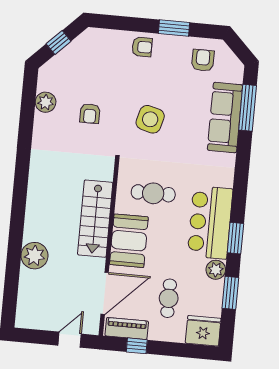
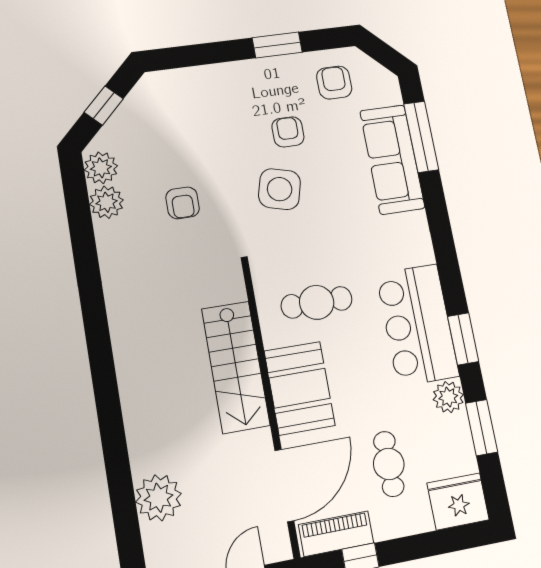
armchair: (142, 47) -> (288, 132), moved, turned -90
plant: (47, 81) -> (101, 168), added
plant: (34, 256) -> (159, 498), moved

